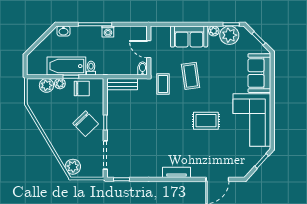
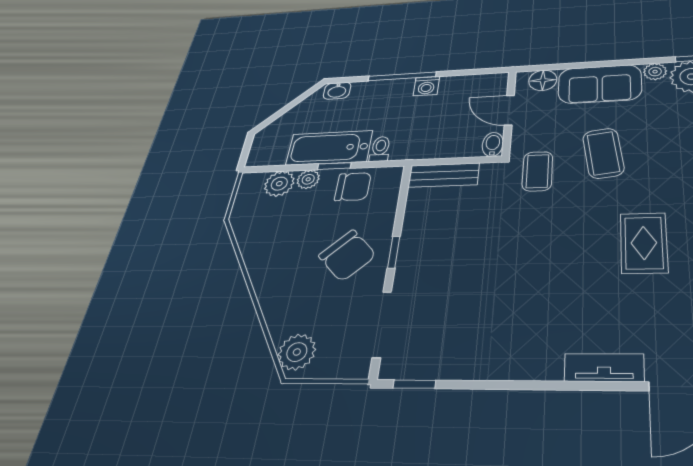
floor lamp: (163, 32) -> (543, 80), added
rug: (206, 121) -> (644, 243), turned 90
tv unit: (176, 172) -> (604, 368), moved

